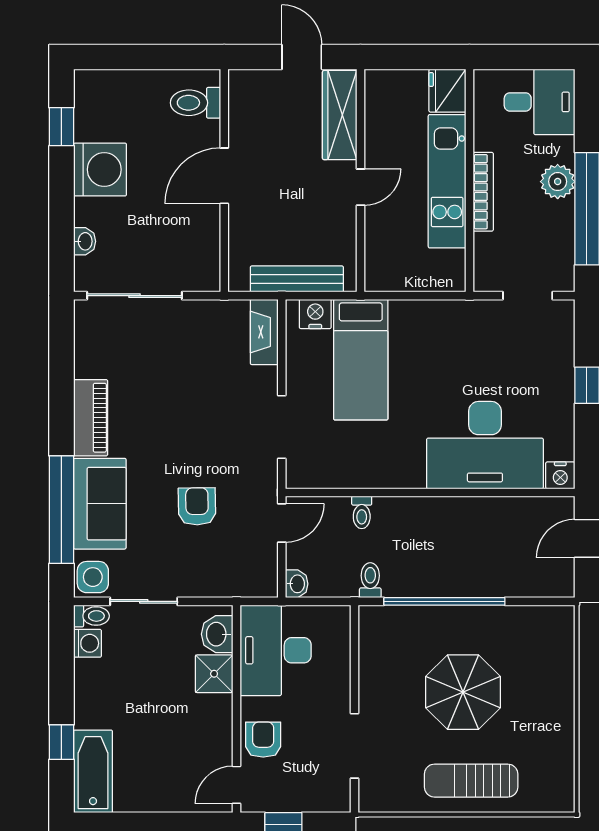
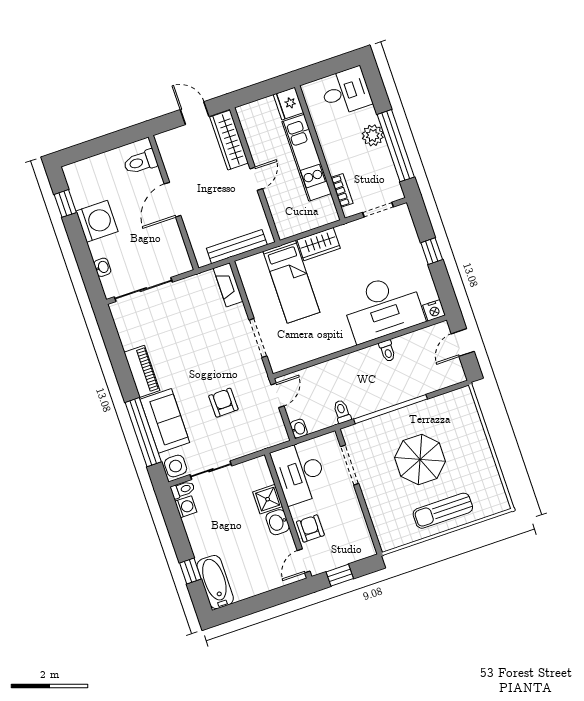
bookcase: (483, 192) -> (342, 190), moved, width x0.64
nightstand: (315, 314) -> (255, 264), removed
wardrobe: (421, 317) -> (319, 244), added
toilet: (362, 512) -> (387, 351), moved
washbasin: (217, 634) -> (278, 522), moved
doorway: (354, 746) -> (350, 465), moved

